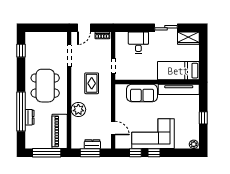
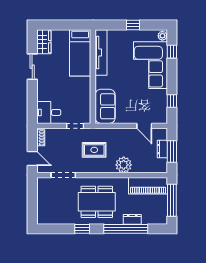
desk: (138, 43) -> (49, 112), moved
window: (21, 51) -> (82, 229), moved
sofa: (142, 93) -> (105, 106), moved
door: (113, 128) -> (144, 126), swing flipped
corner sofa: (153, 134) -> (150, 65), moved
window: (154, 153) -> (172, 52), moved

